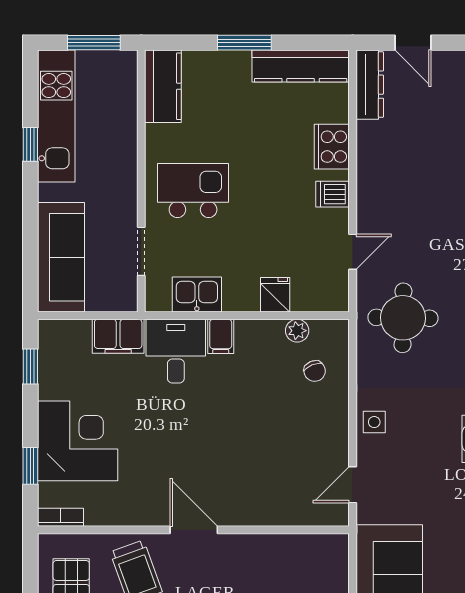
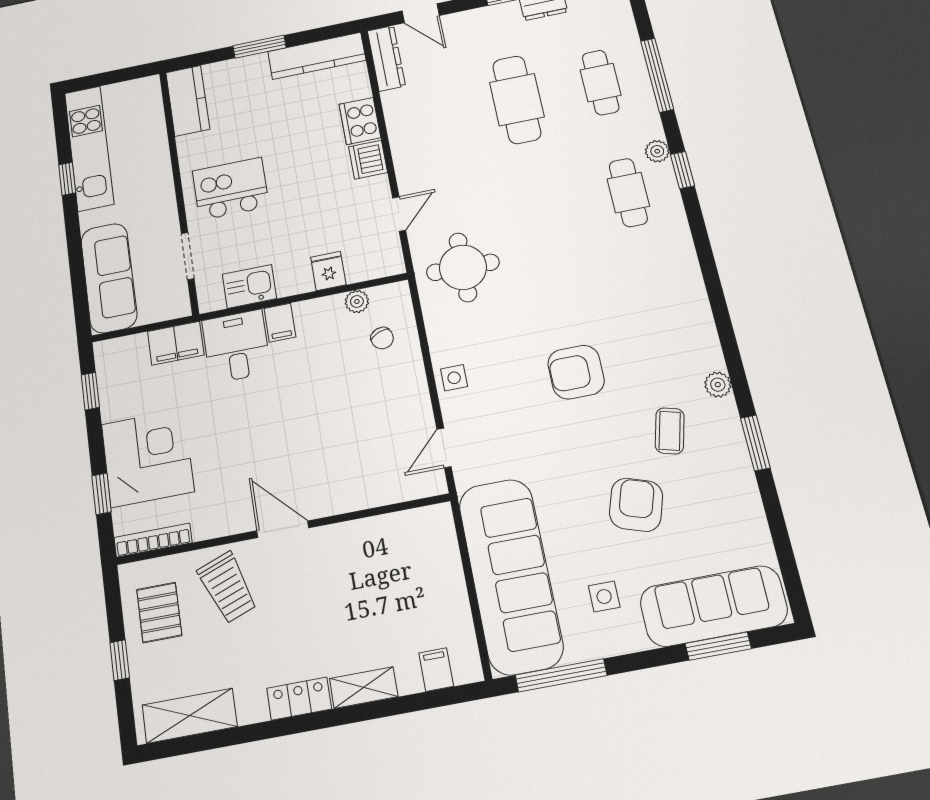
window: (94, 43) -> (117, 76), removed
dishwasher: (333, 194) -> (368, 160), width x1.38
bookcase: (61, 517) -> (153, 540), width x1.56

